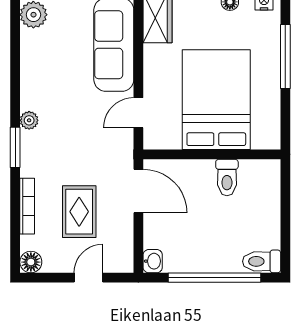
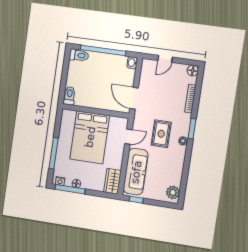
toilet: (227, 177) -> (69, 96), moved
rug: (79, 212) -> (161, 134), moved

